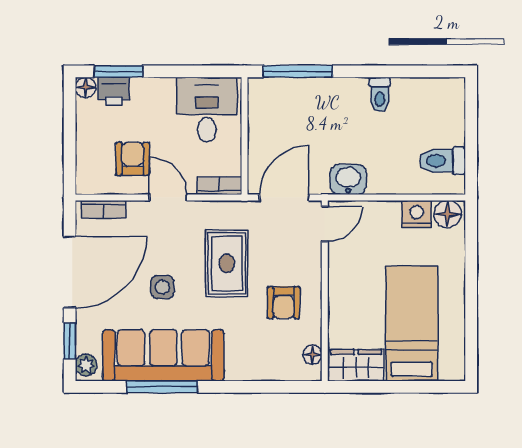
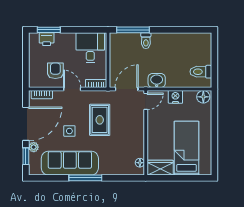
floor lamp: (86, 87) -> (33, 37), removed
toilet: (380, 94) -> (146, 41), moved
nightstand: (417, 214) -> (175, 97), moved
armchair: (284, 303) -> (126, 138), removed
plant: (86, 365) -> (34, 147), moved
window: (162, 387) -> (85, 178), moved

